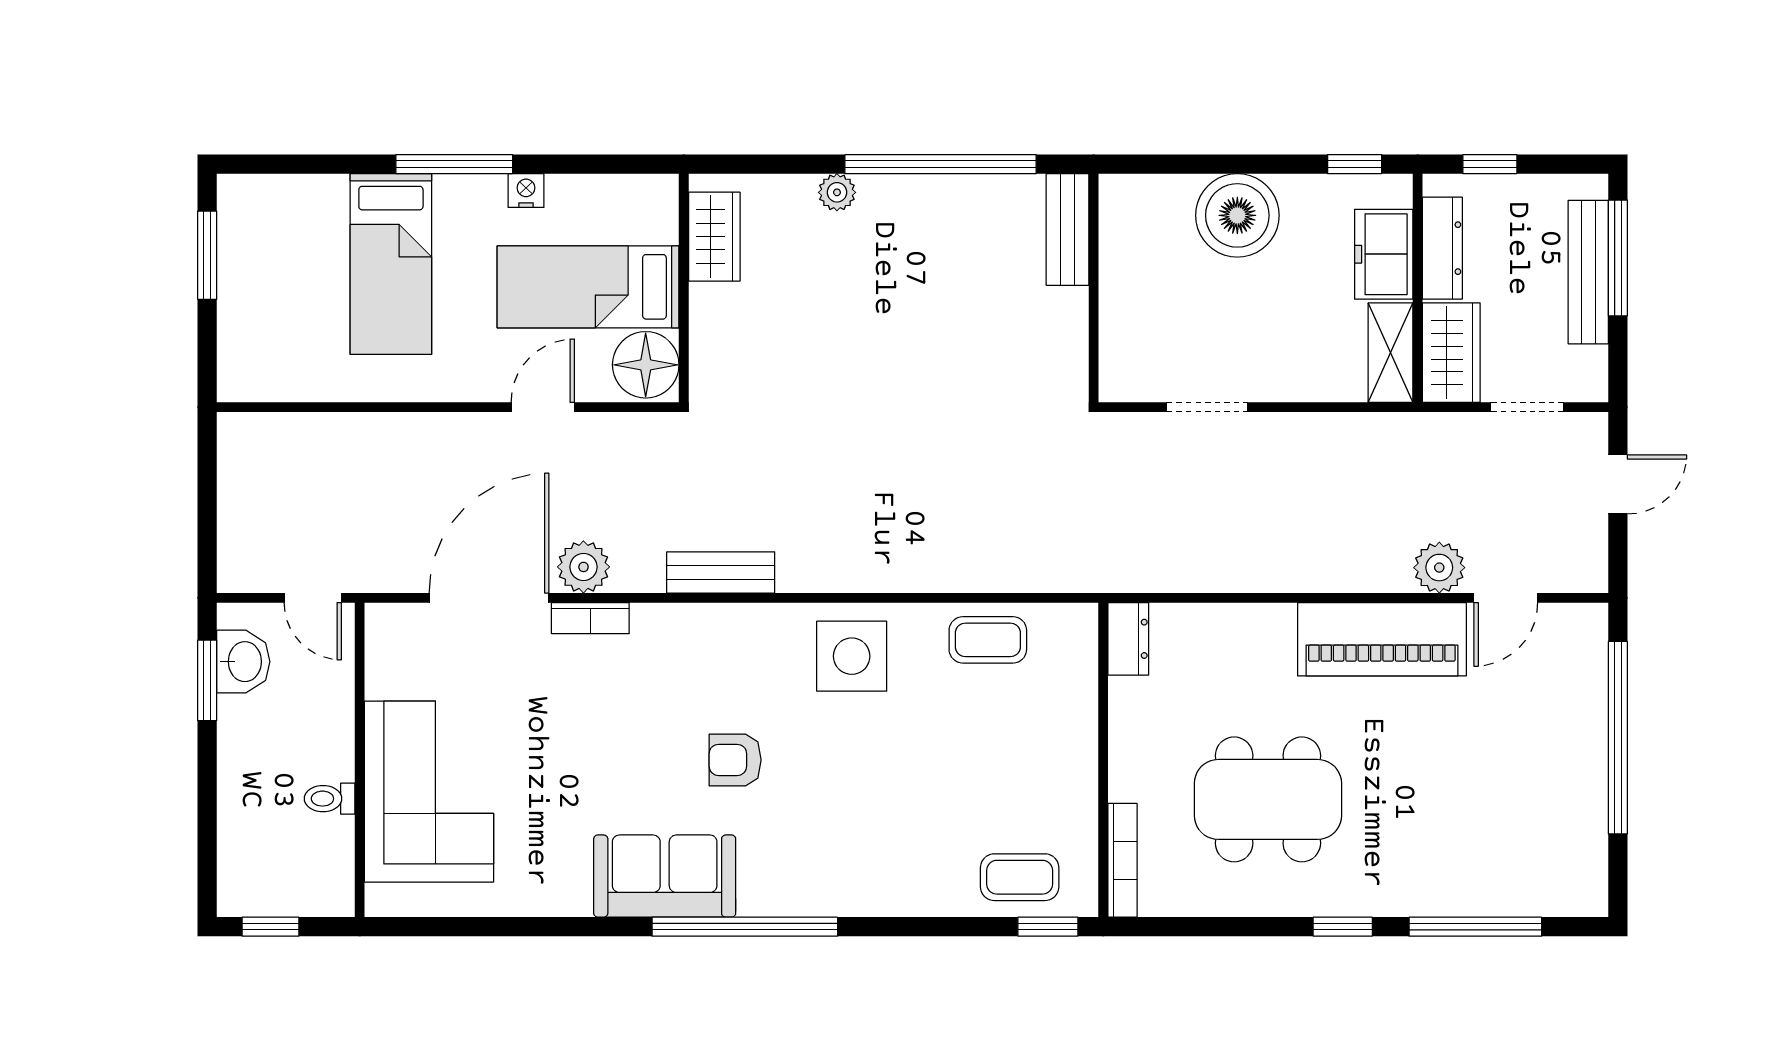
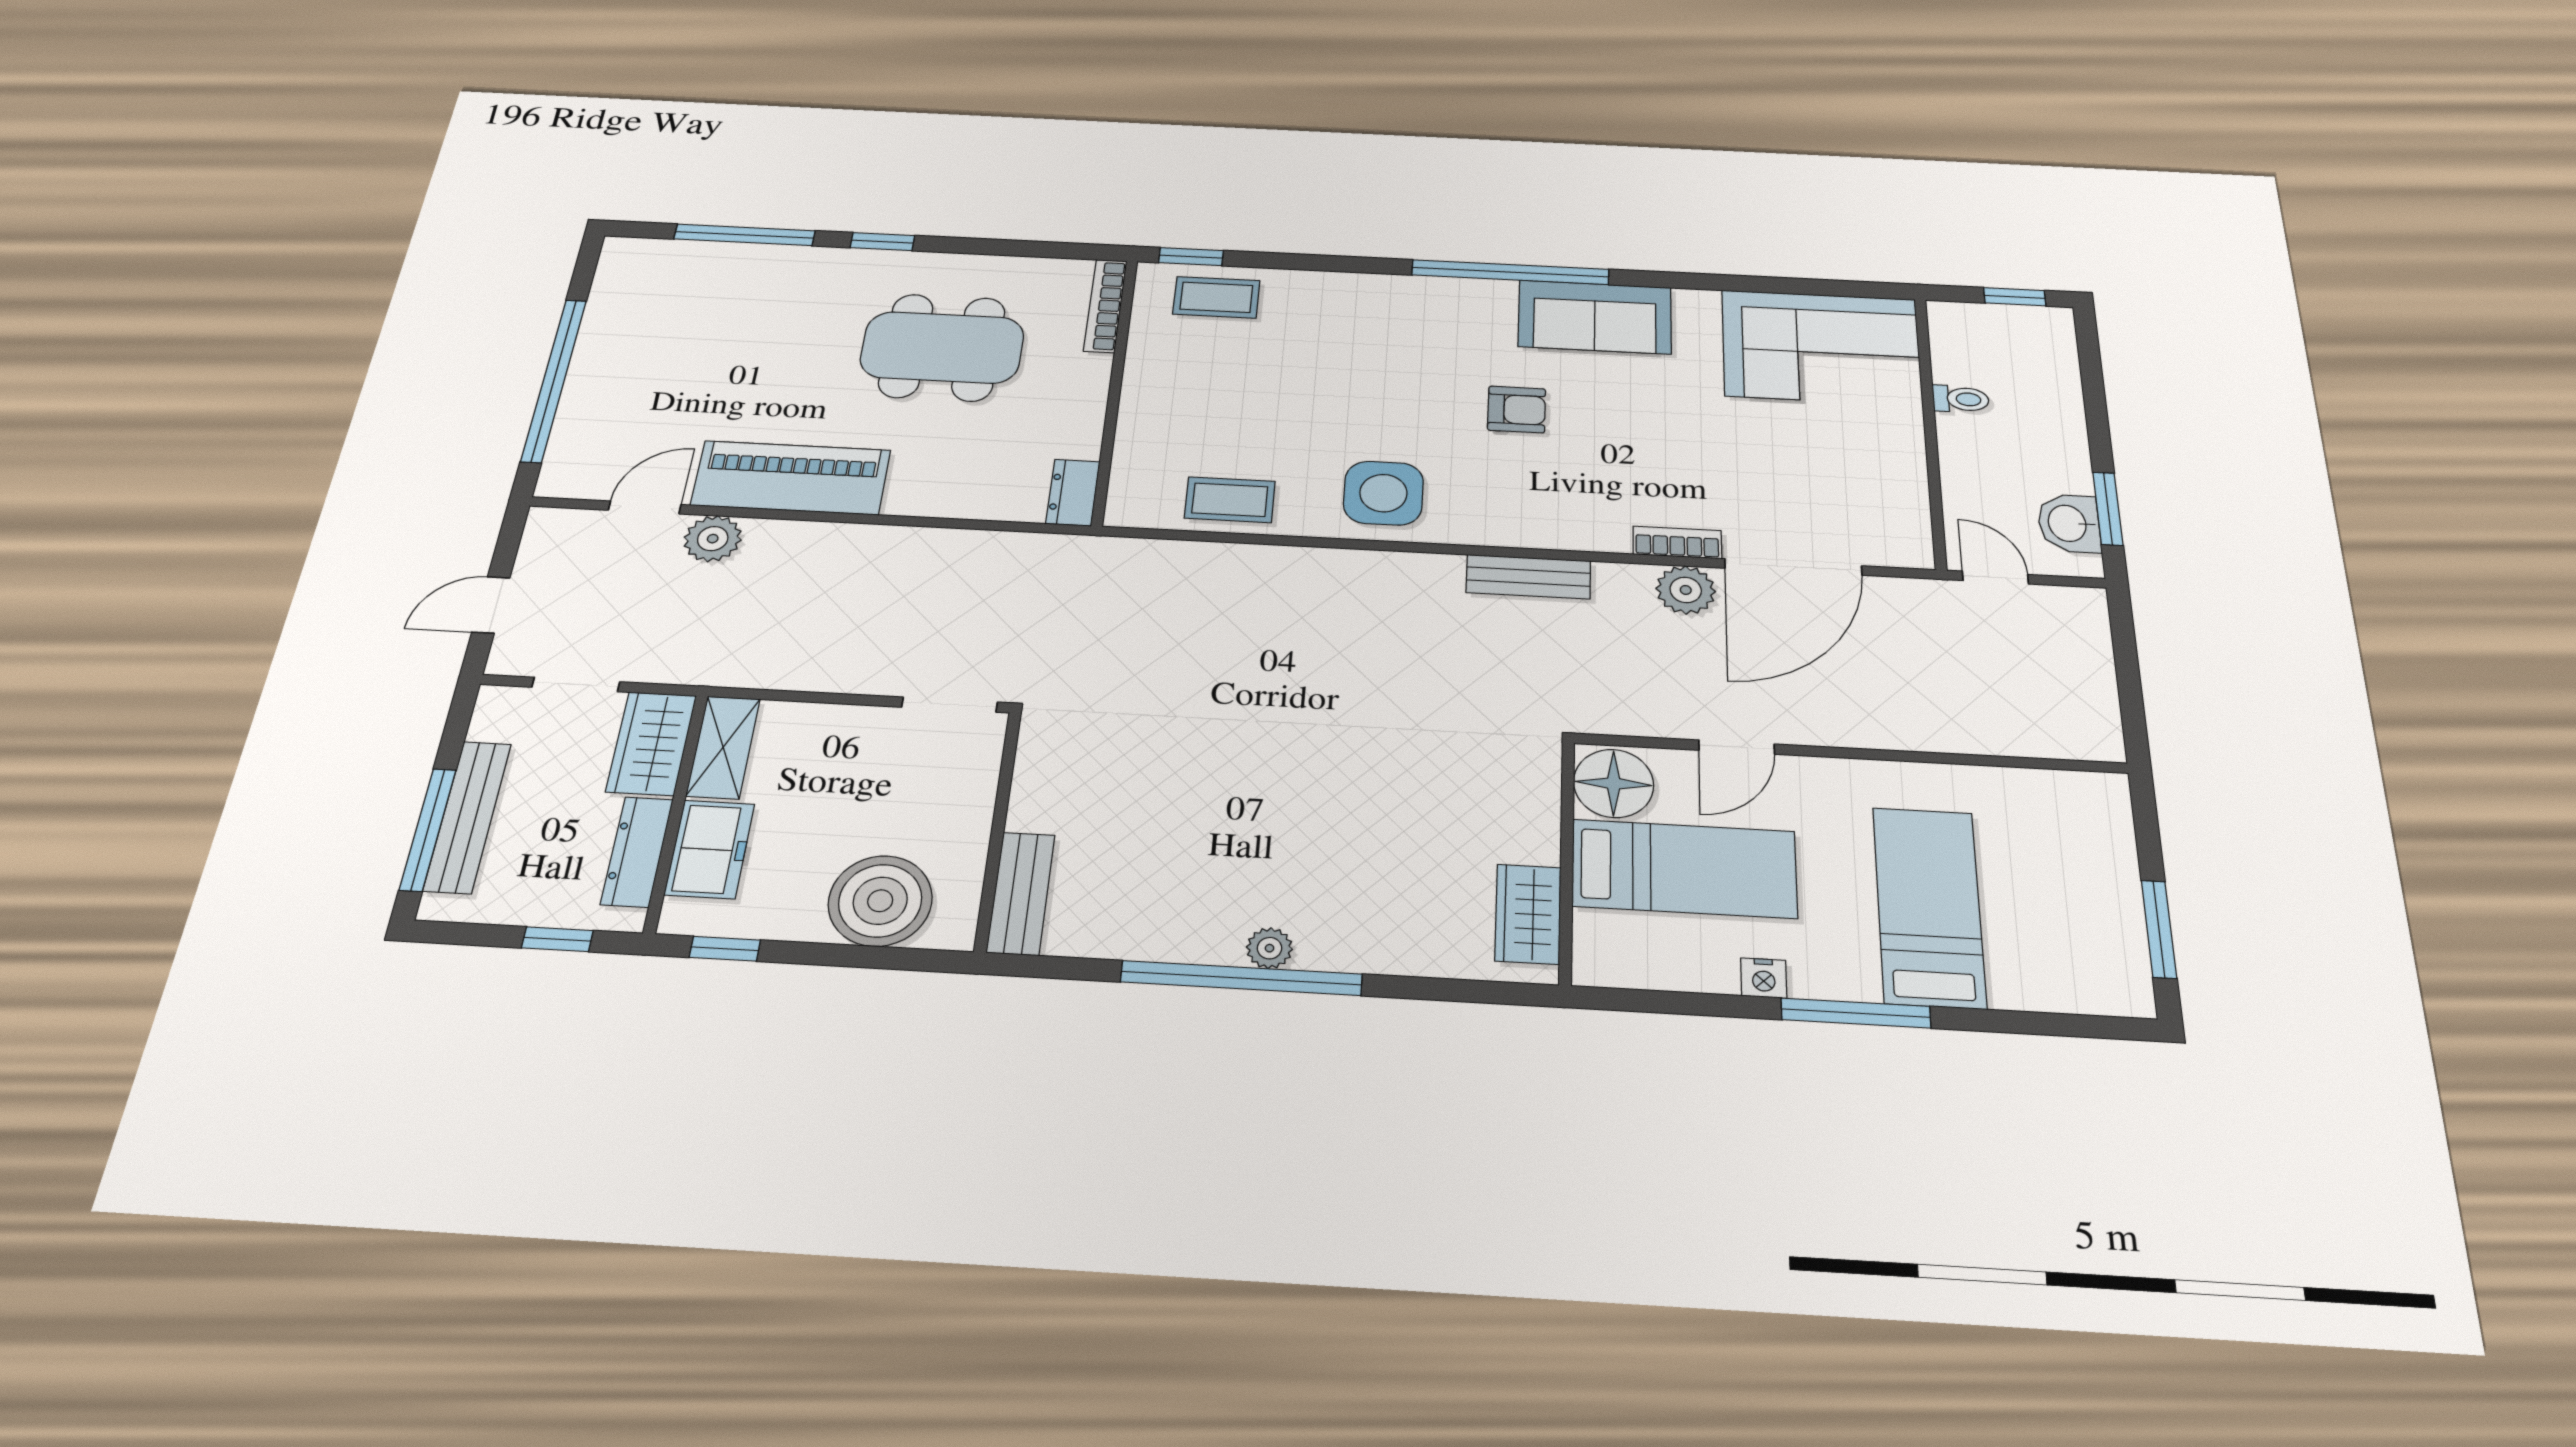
plant: (837, 192) -> (1269, 948), moved
bench: (1068, 230) -> (1021, 893), moved
wall: (1094, 288) -> (998, 829), moved
corner sofa: (429, 792) -> (1821, 347), moved, turned -90

